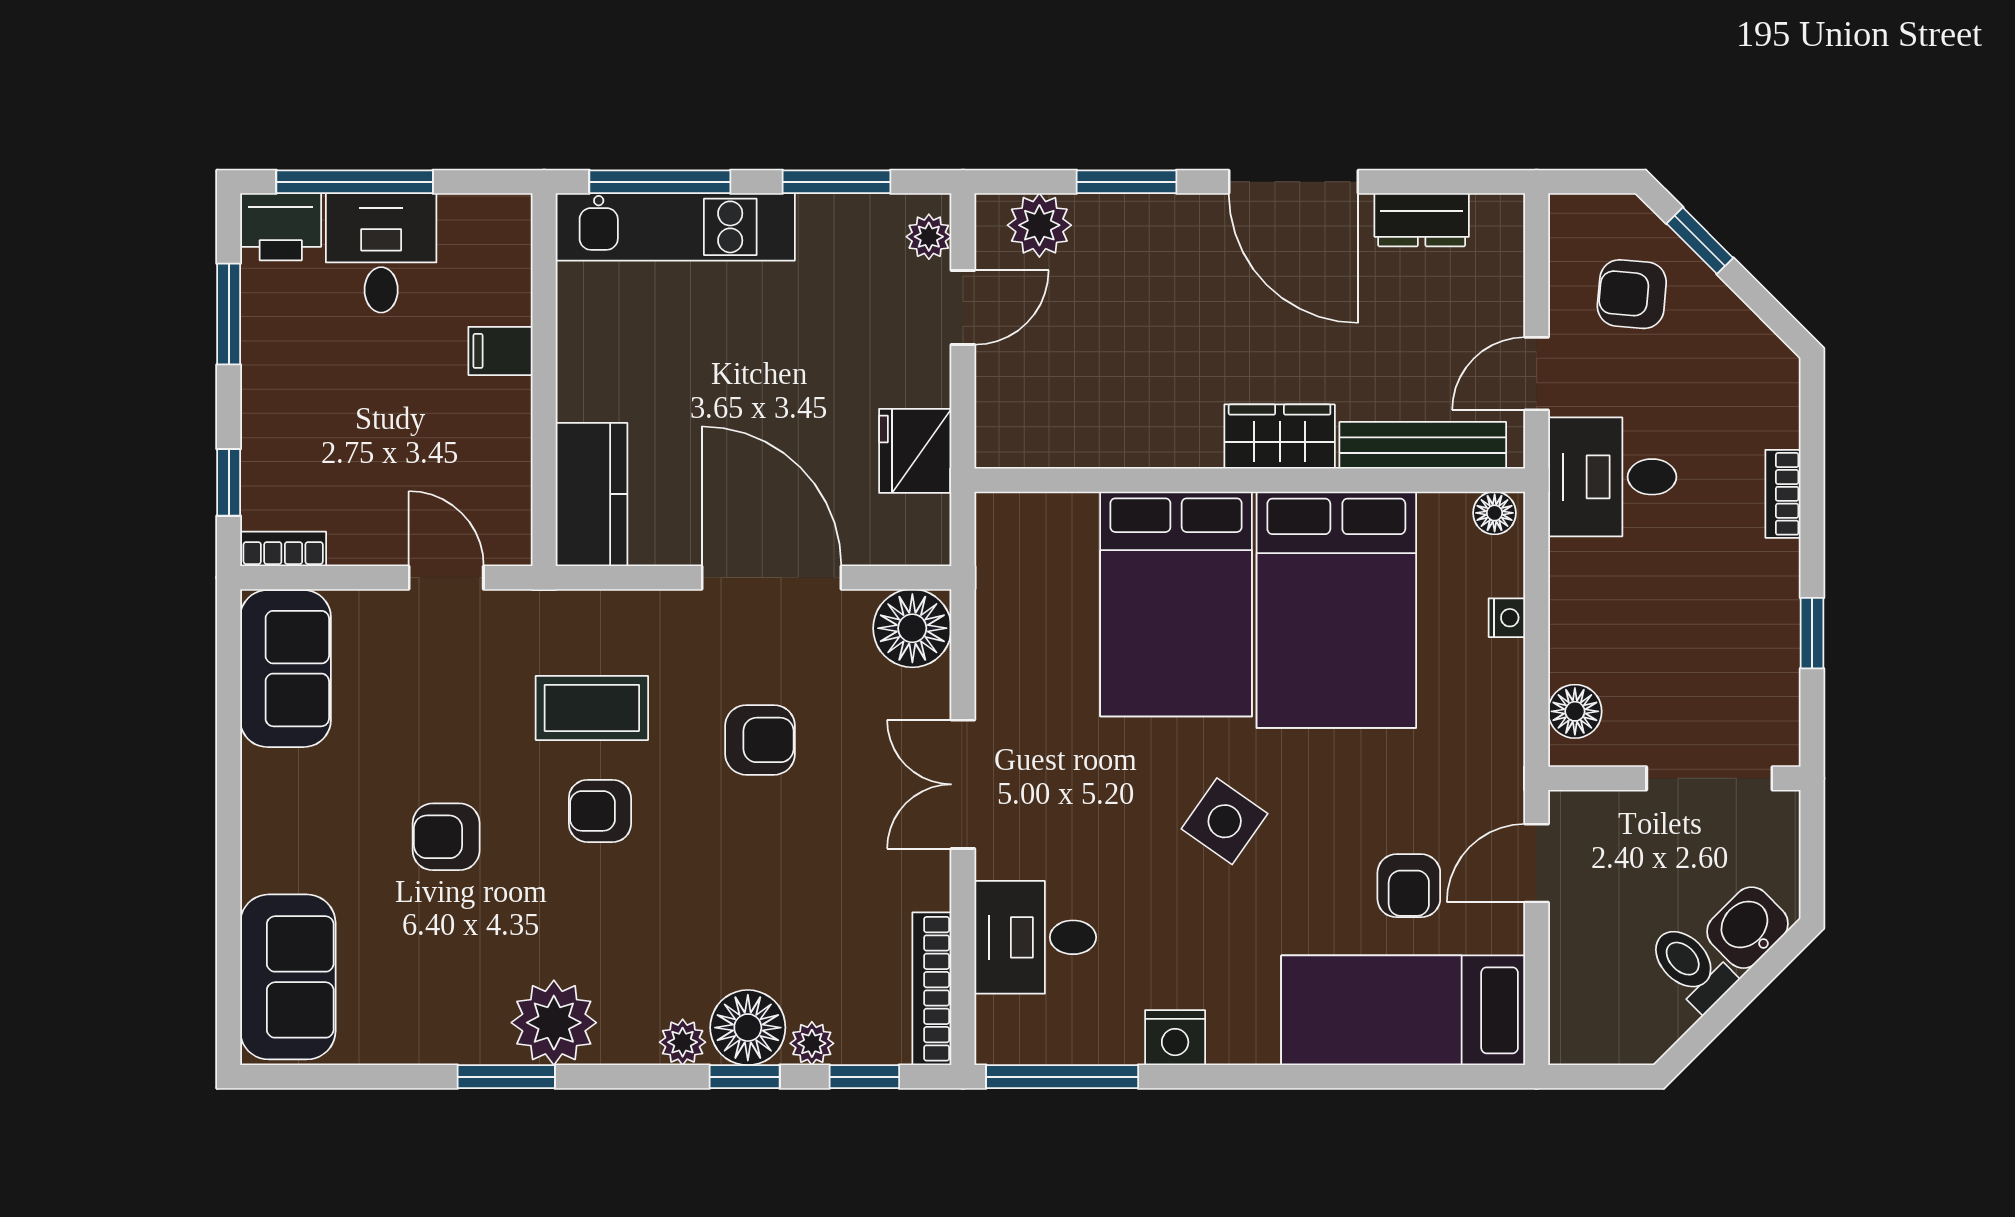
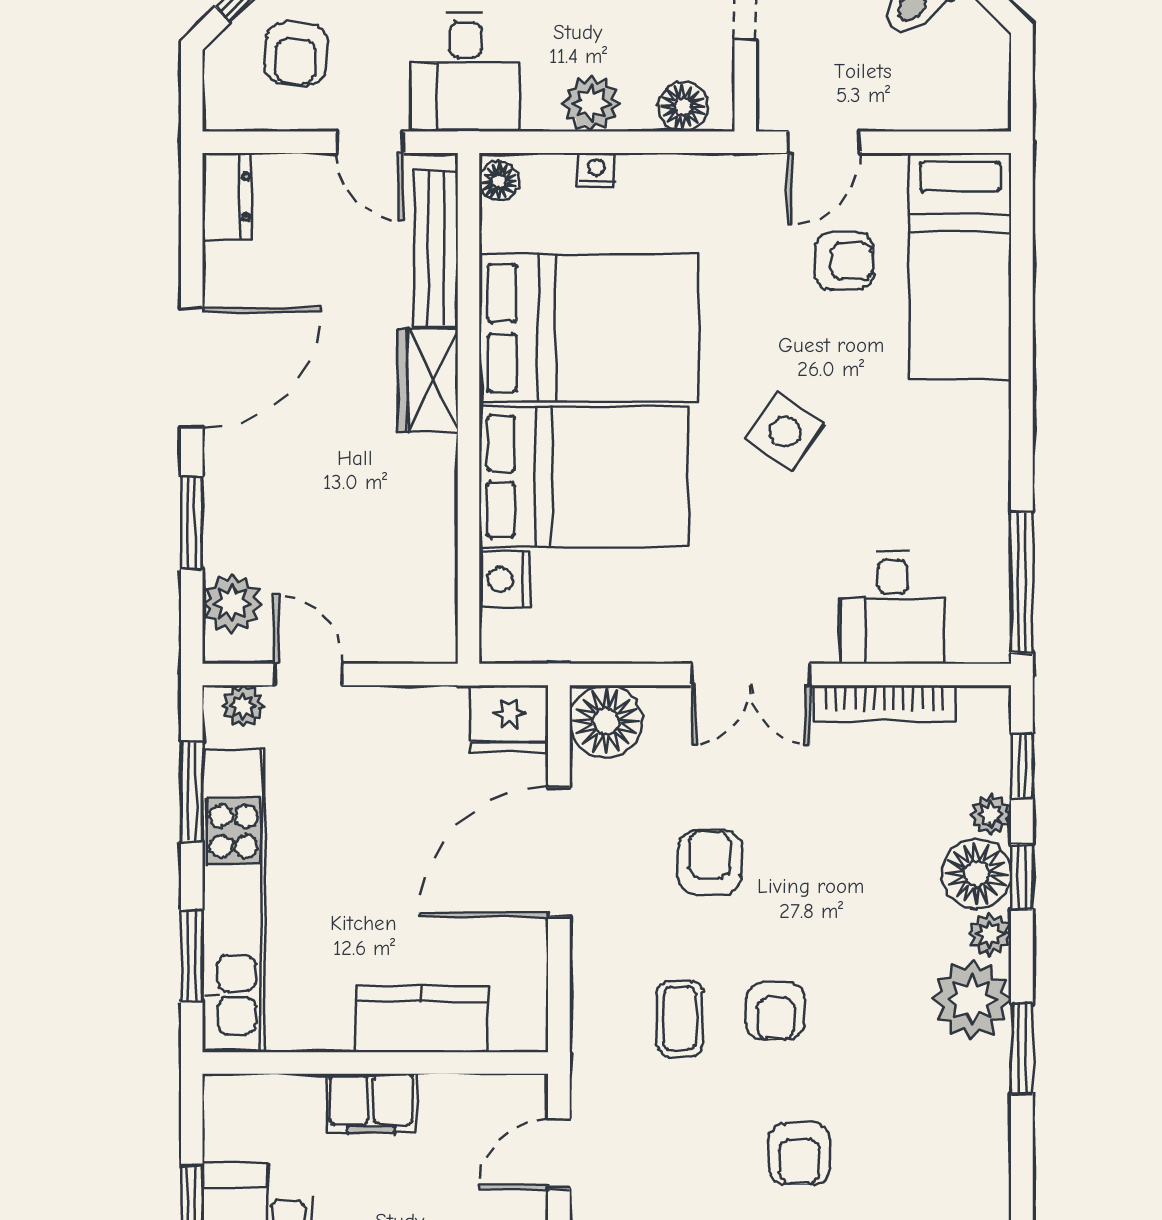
window: (660, 182) -> (192, 956), width x0.69
dresser: (1422, 220) -> (227, 197), moved
kitchen unit: (675, 227) -> (234, 901), width x1.36
filing cabinet: (501, 351) -> (371, 1103), width x2.00
fridge: (915, 451) -> (509, 719), moved
kitchen counter: (591, 494) -> (421, 1019), moved
plant: (1578, 612) -> (591, 104), added
coffee table: (592, 708) -> (680, 1019), width x0.73, depth x0.77
door: (1537, 863) -> (824, 142), hinge flipped
bookcase: (932, 989) -> (884, 703), moved
plant: (554, 1023) -> (972, 1000), moved
nightstand: (1175, 1038) -> (505, 579), moved, turned 180
window: (506, 1077) -> (1022, 1048), moved

